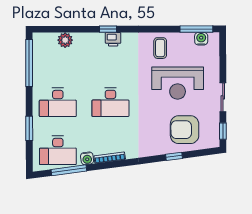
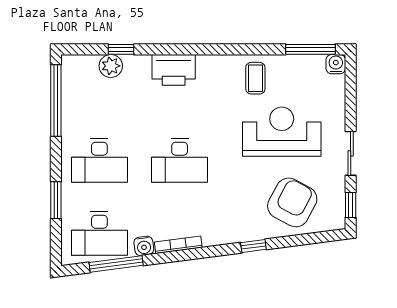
window: (108, 29) -> (121, 49), moved
printer: (113, 39) -> (174, 70), width x1.87, depth x1.48
water cooler: (201, 39) -> (336, 64), moved
reception desk: (178, 83) -> (282, 132), turned 180
armchair: (185, 130) -> (292, 202), turned 118
window: (174, 156) -> (253, 246), moved

